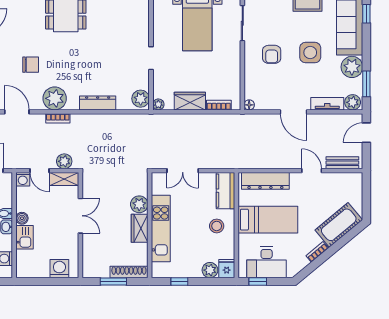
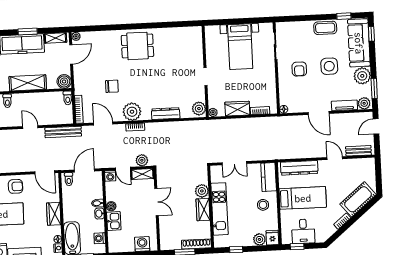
desk: (267, 262) -> (303, 231), width x0.73

